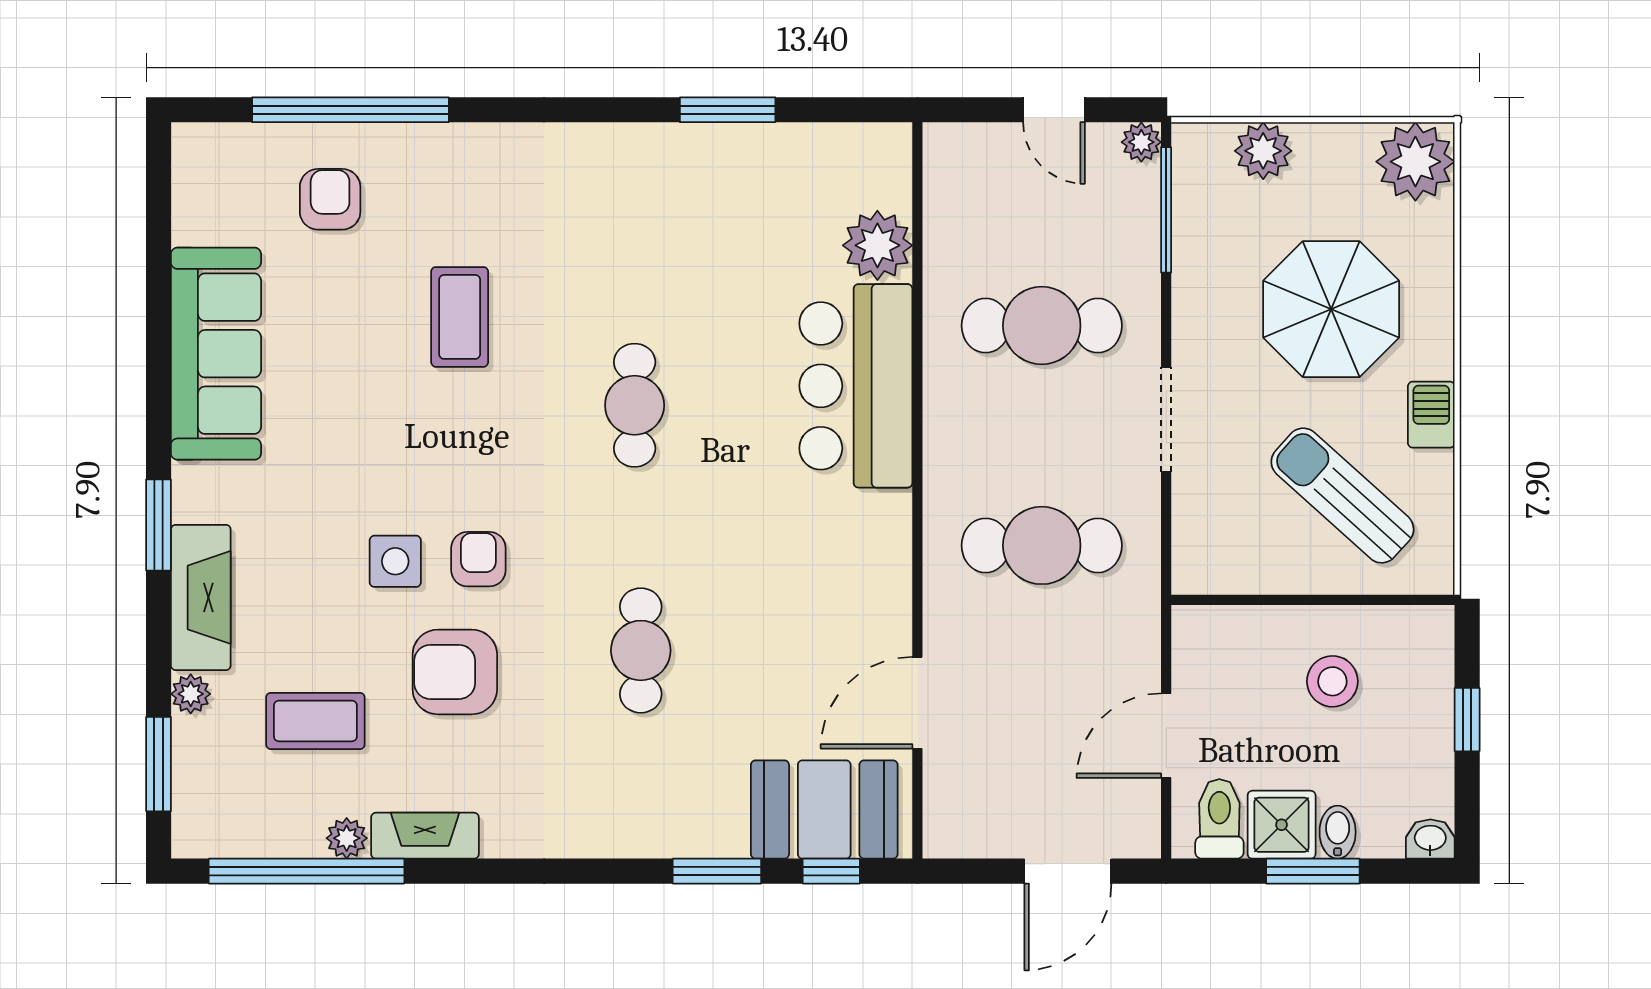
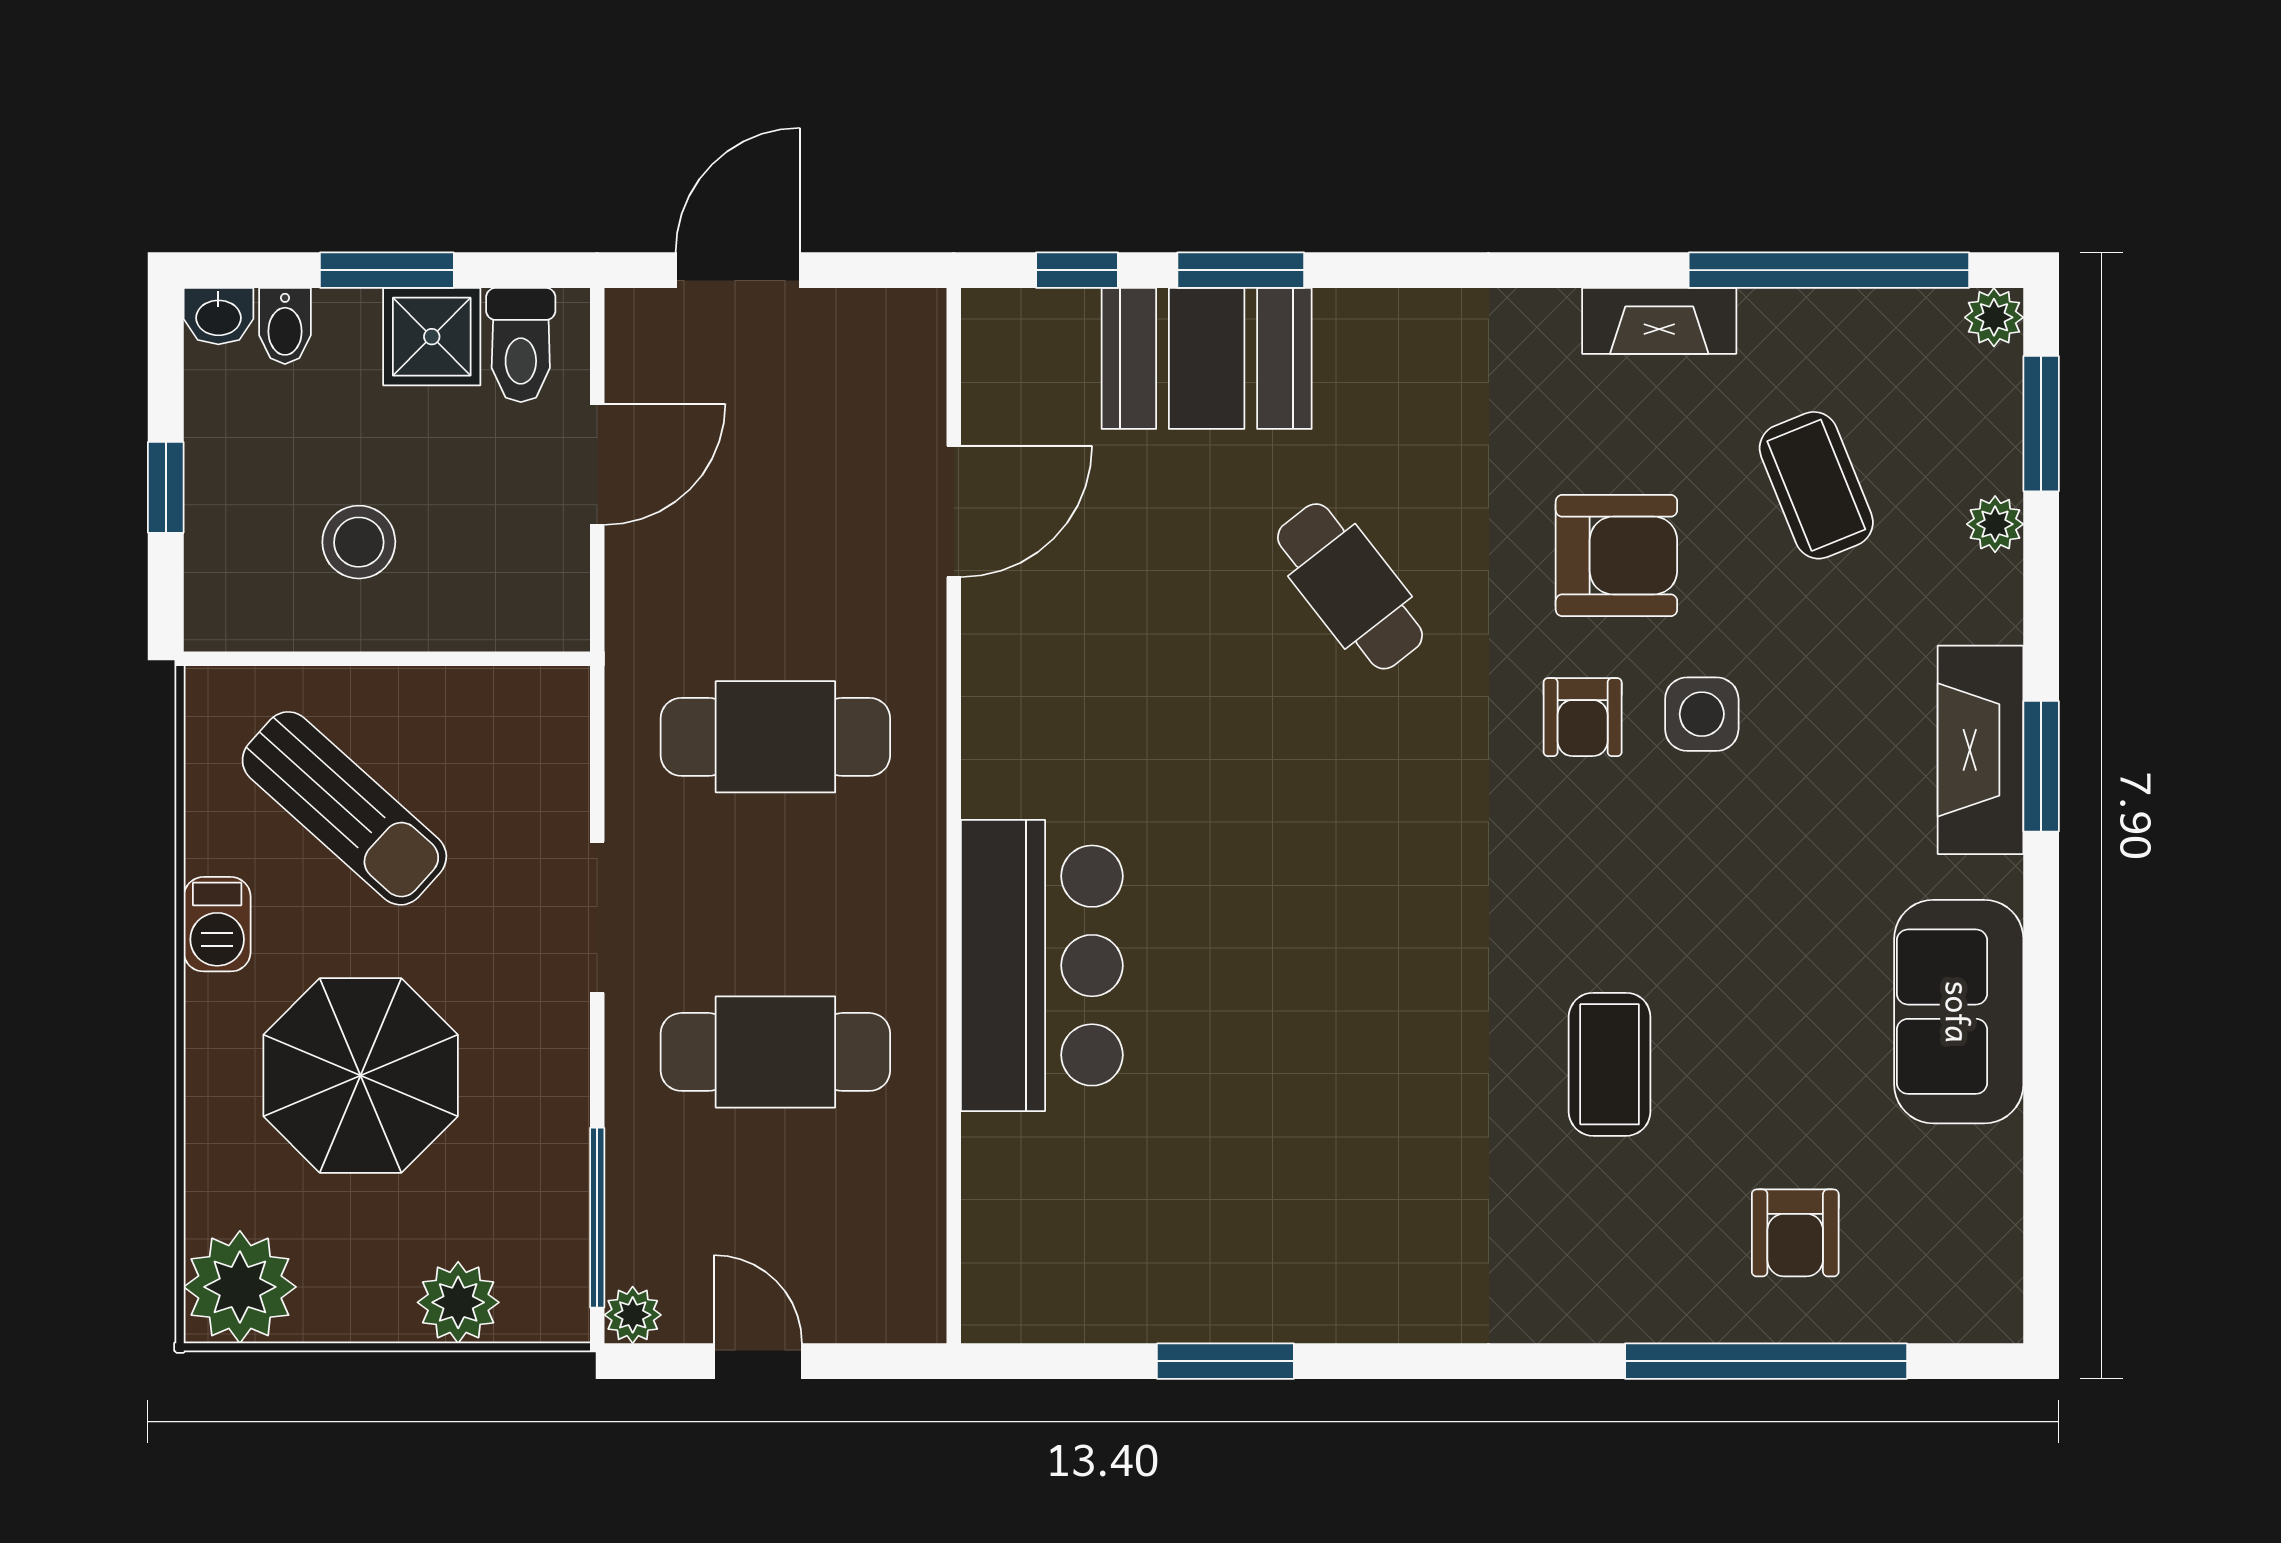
plant: (877, 245) -> (1011, 1167), removed
sofa: (216, 354) -> (1959, 1012), width x0.73
cafe table: (635, 405) -> (1359, 938), removed
fireplace: (201, 597) -> (1980, 750), moved
cafe table: (641, 650) -> (1350, 586), turned -38
coffee table: (315, 721) -> (1816, 485), turned 68
booth: (824, 809) -> (1207, 358), moved
bidet: (1338, 832) -> (285, 326), moved
plant: (347, 838) -> (1994, 317), moved

